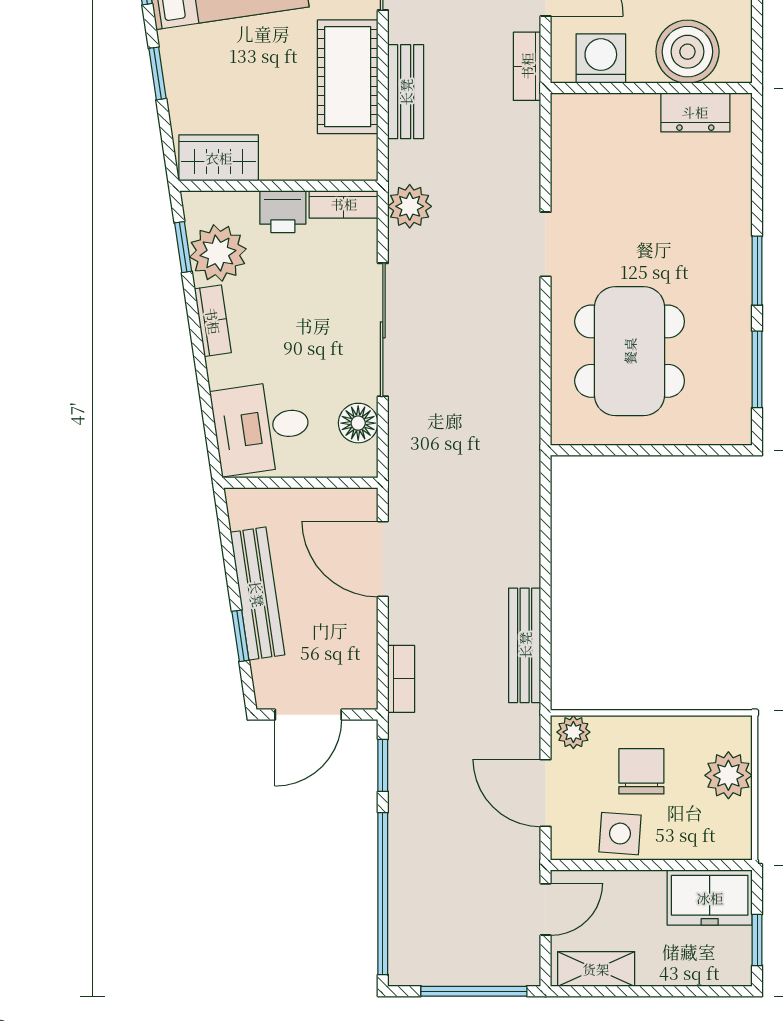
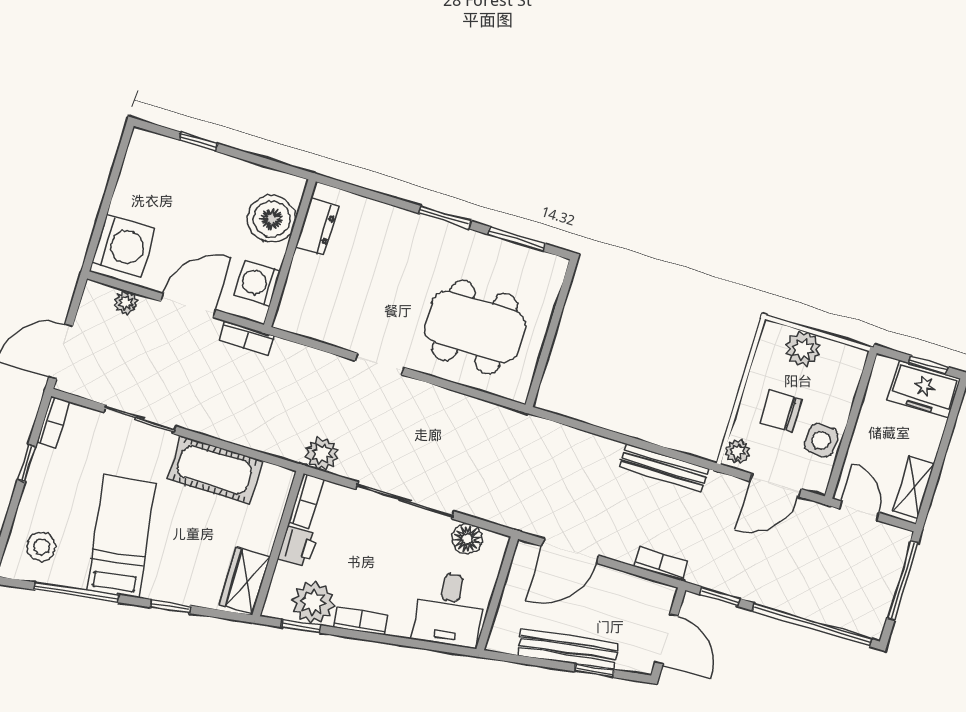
bench: (406, 92) -> (238, 431), removed
freezer: (710, 898) -> (924, 389), moved, turned 90

